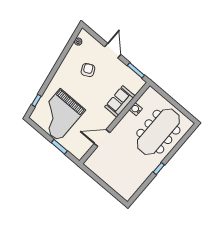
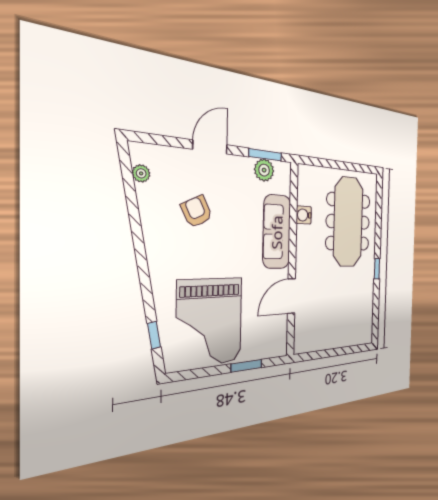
door: (113, 51) -> (210, 147), hinge flipped
plant: (130, 76) -> (264, 170), added
sofa: (120, 101) -> (277, 232), width x1.36

